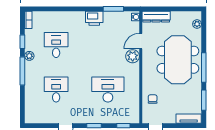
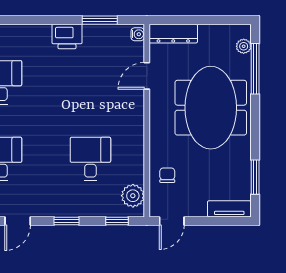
plant: (133, 56) -> (133, 196), moved
window: (204, 67) -> (255, 69), moved
desk: (108, 90) -> (90, 159), width x0.73

